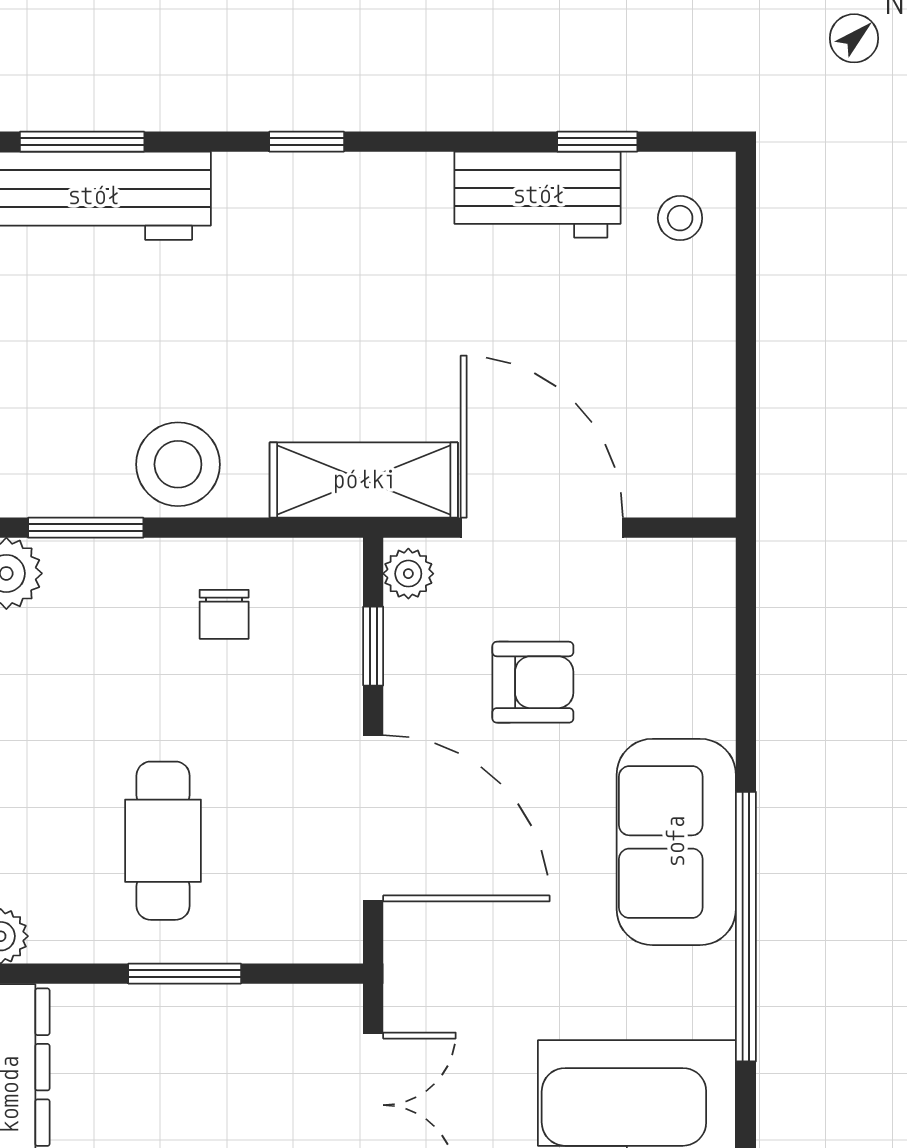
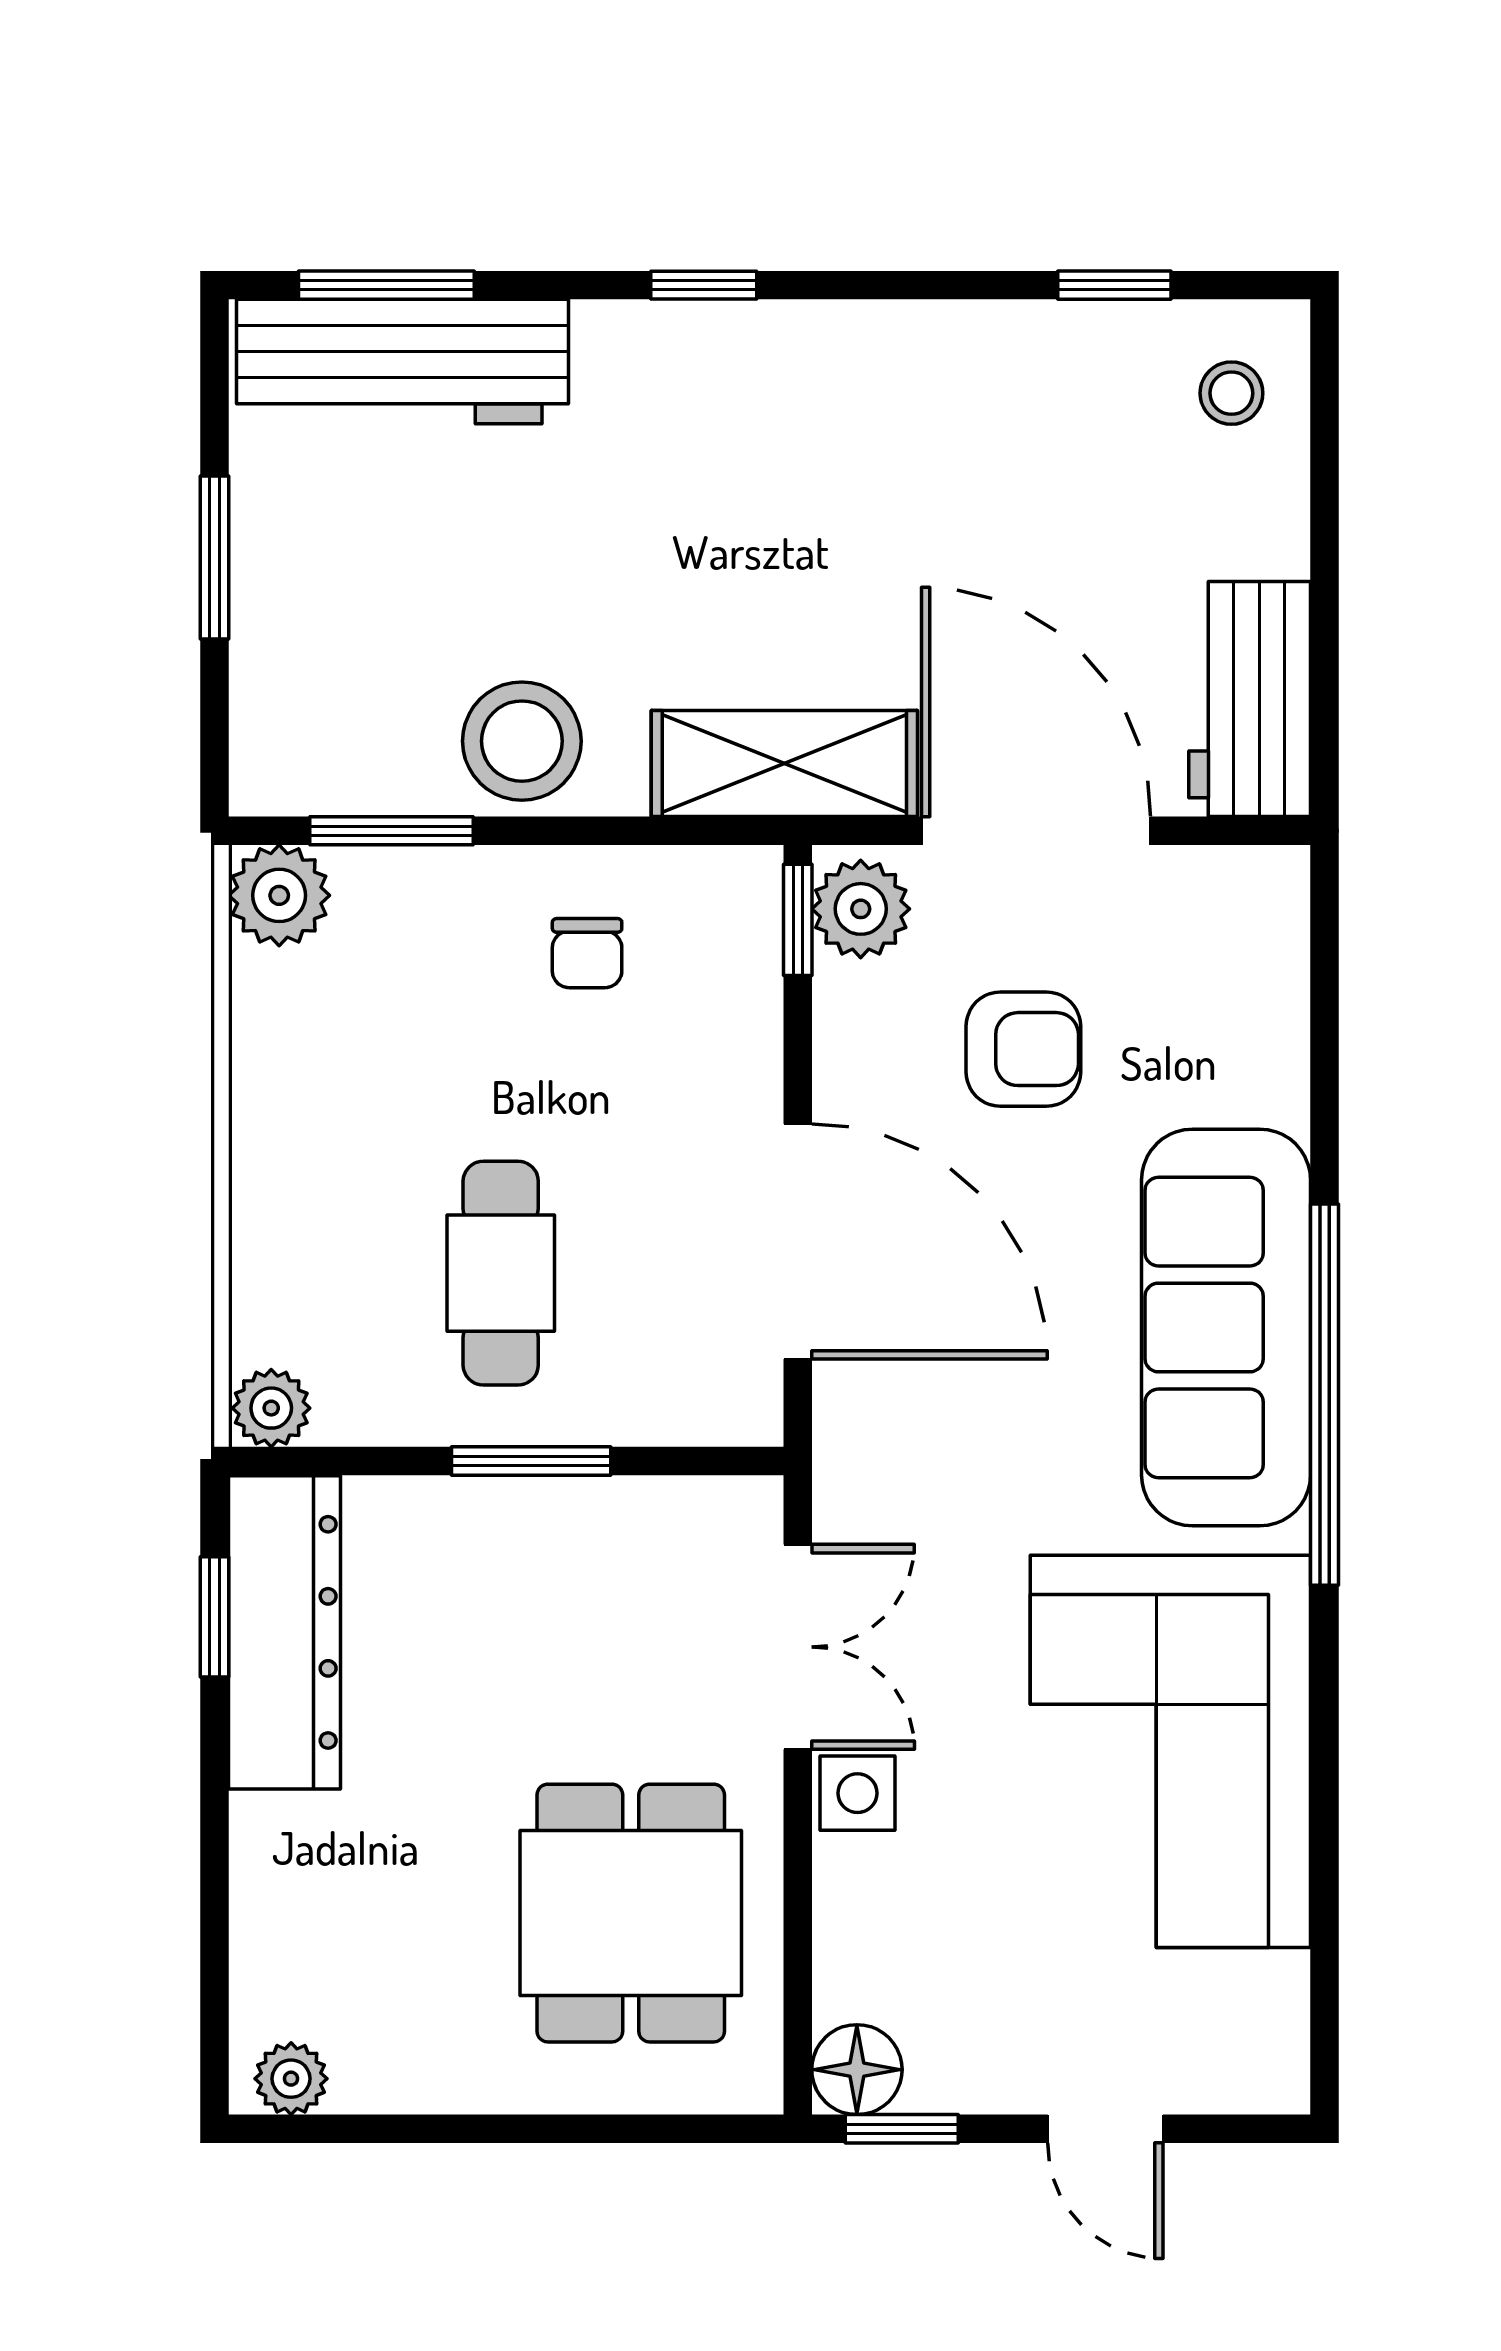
workbench: (538, 195) -> (1250, 699), moved, turned 90
plant: (408, 574) -> (861, 909), width x1.38, depth x1.38
window: (373, 646) -> (798, 920), moved
sofa: (676, 842) -> (1226, 1327), width x1.36

